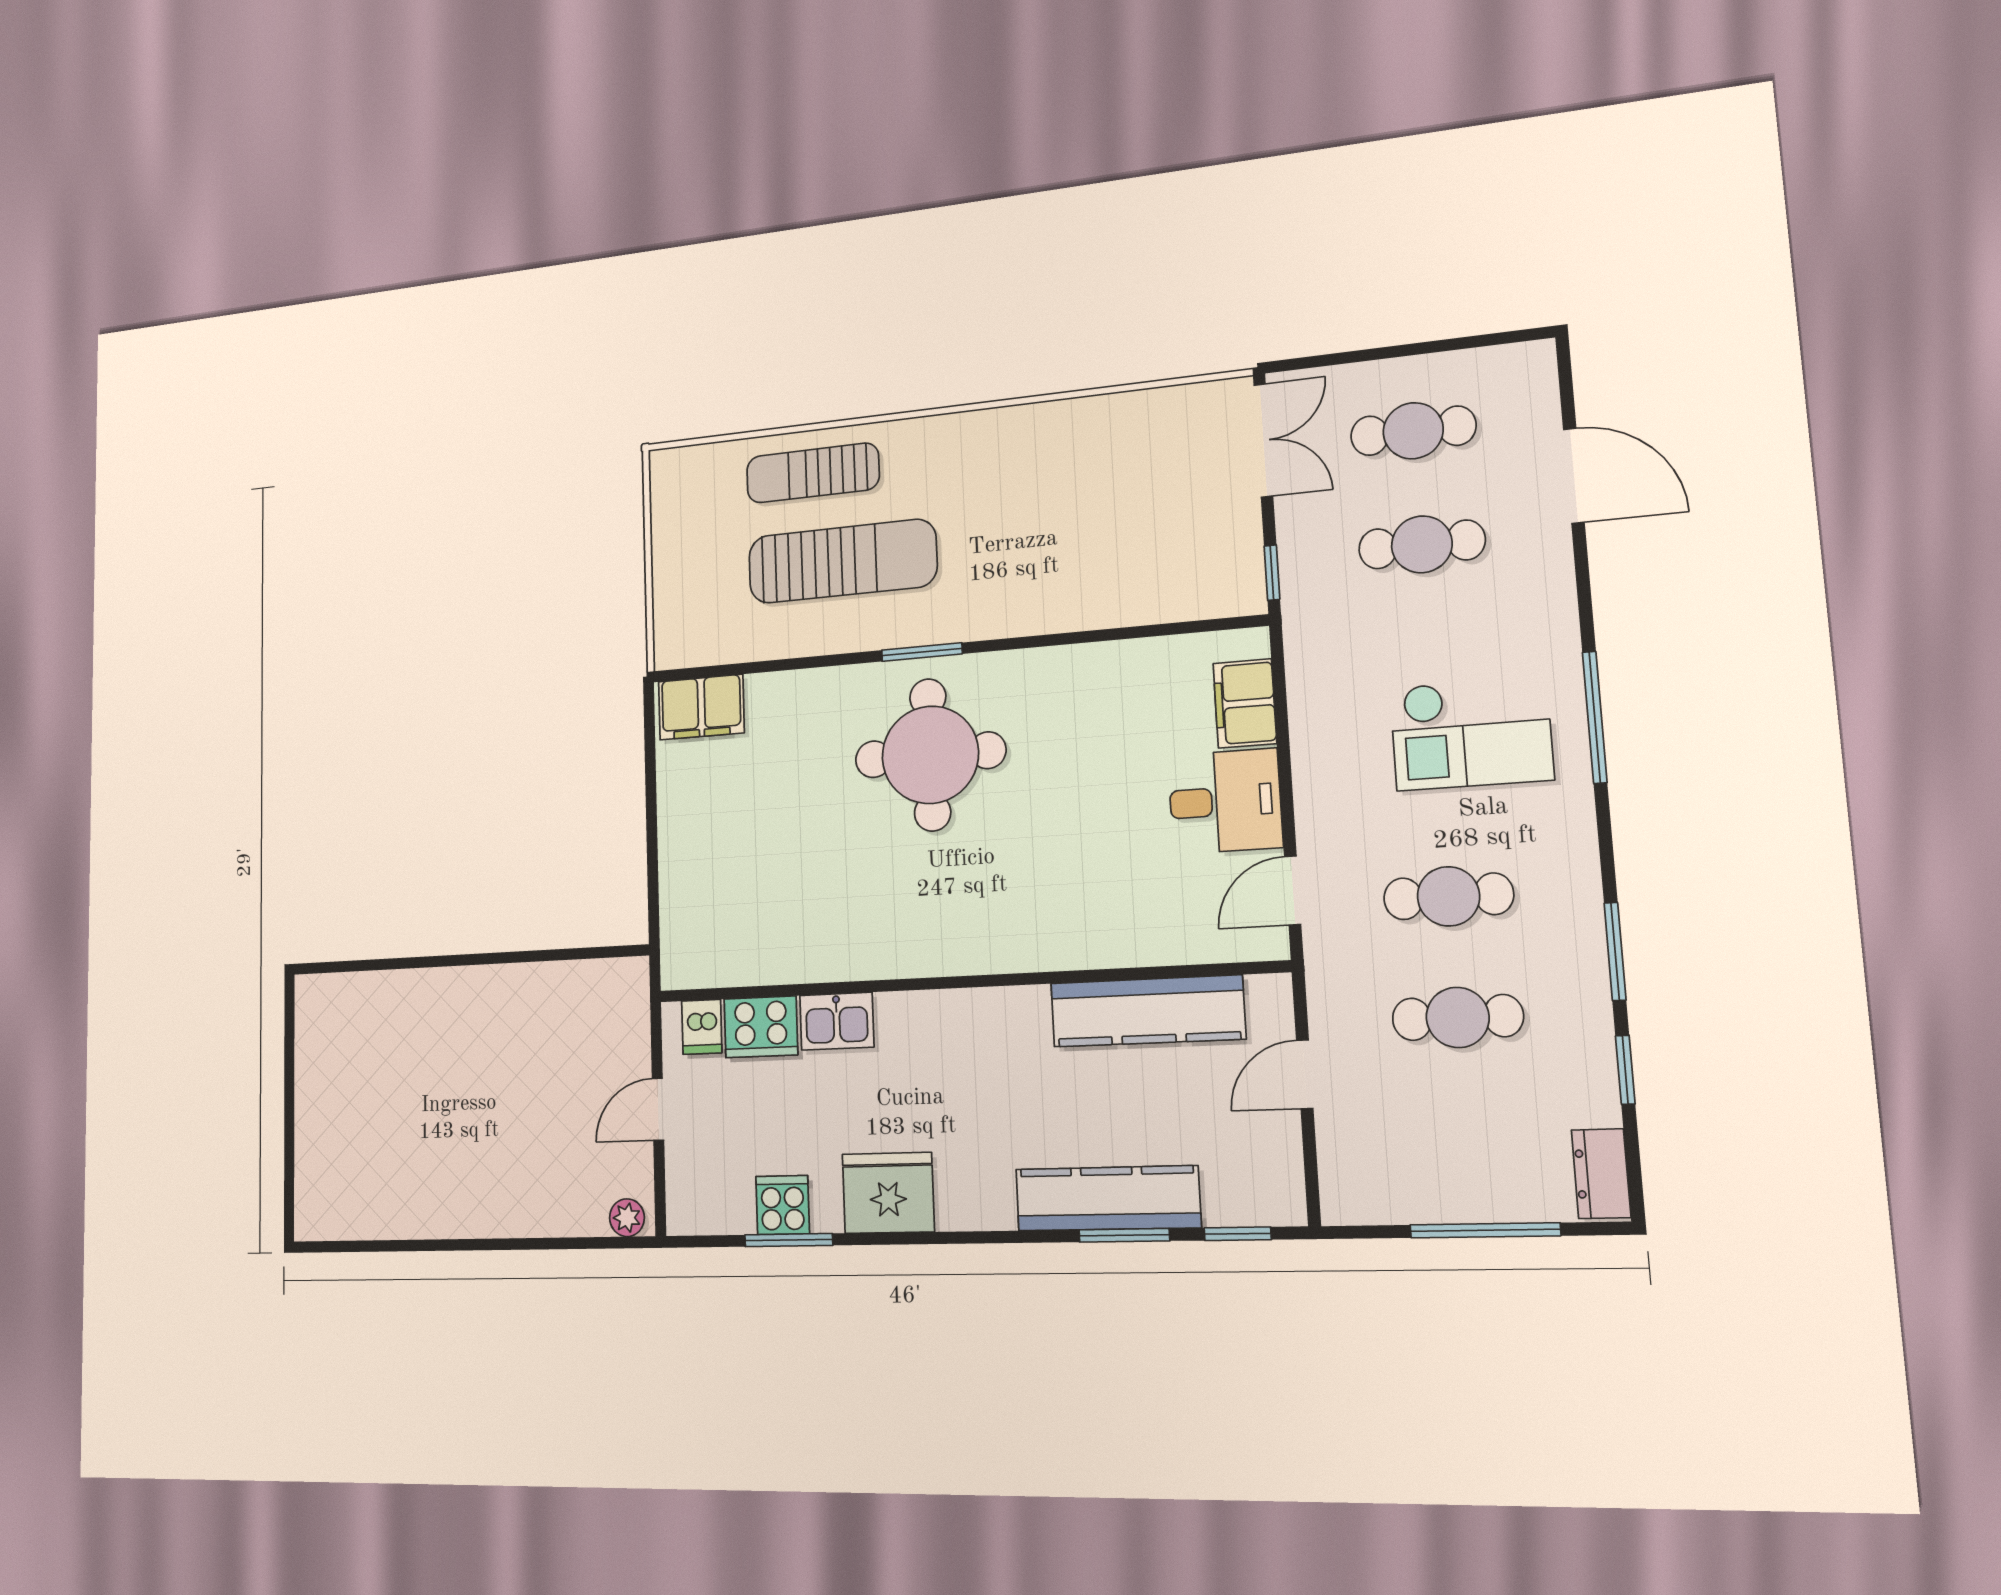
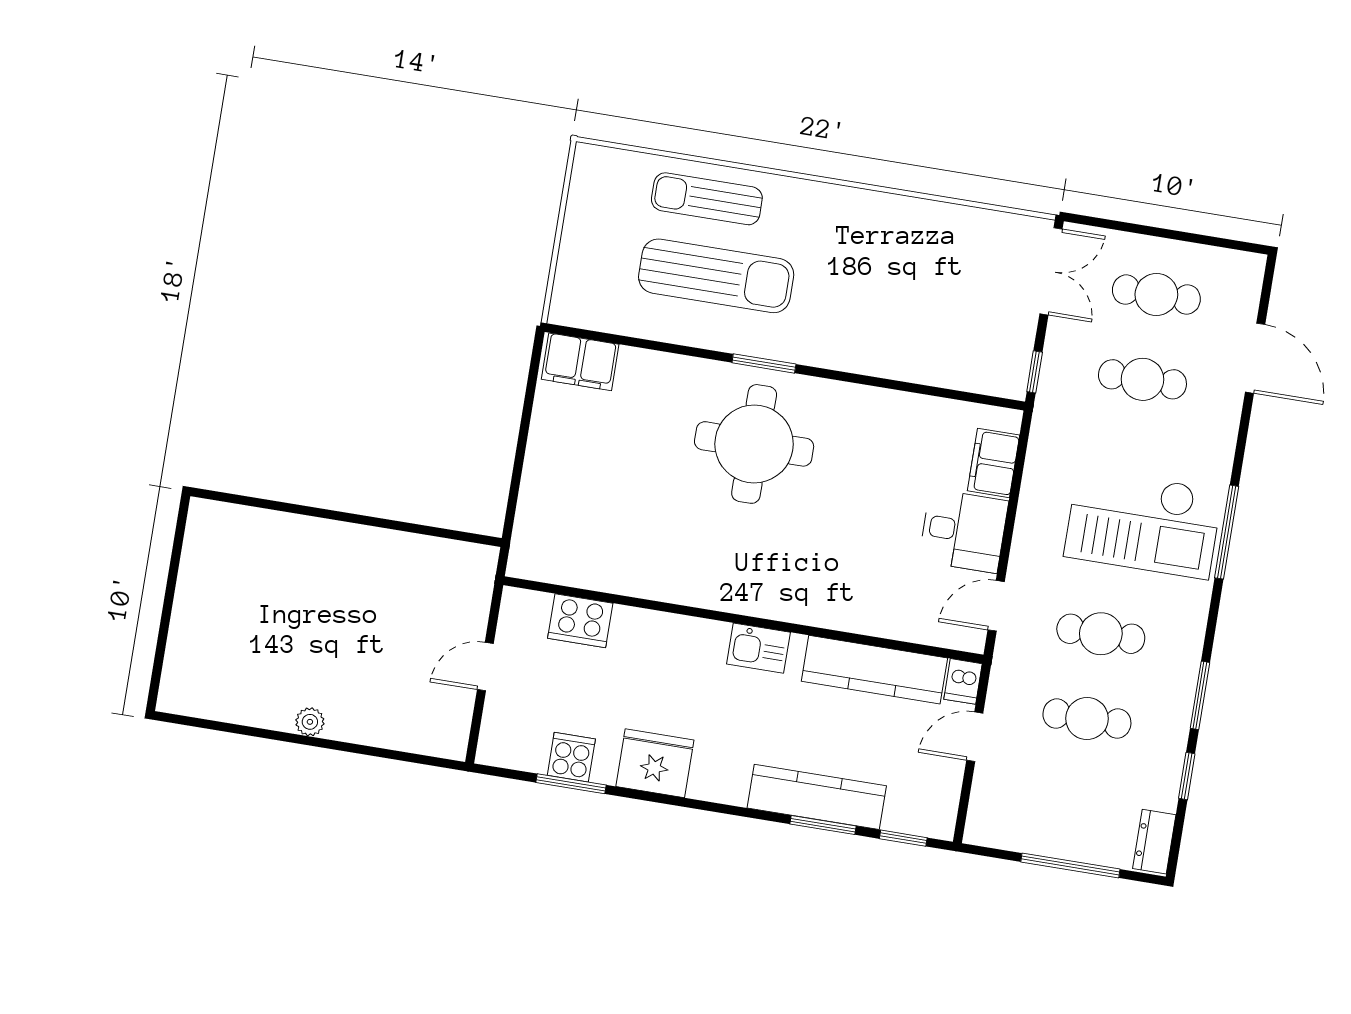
checkout: (1471, 733) -> (1143, 523), width x1.36, depth x1.21
kitchen sink: (837, 1021) -> (758, 648), moved
dishwasher: (702, 1027) -> (963, 681), moved
plant: (627, 1218) -> (310, 722), moved

